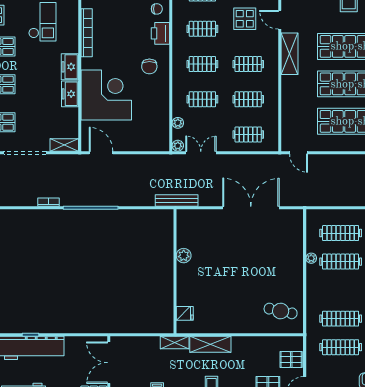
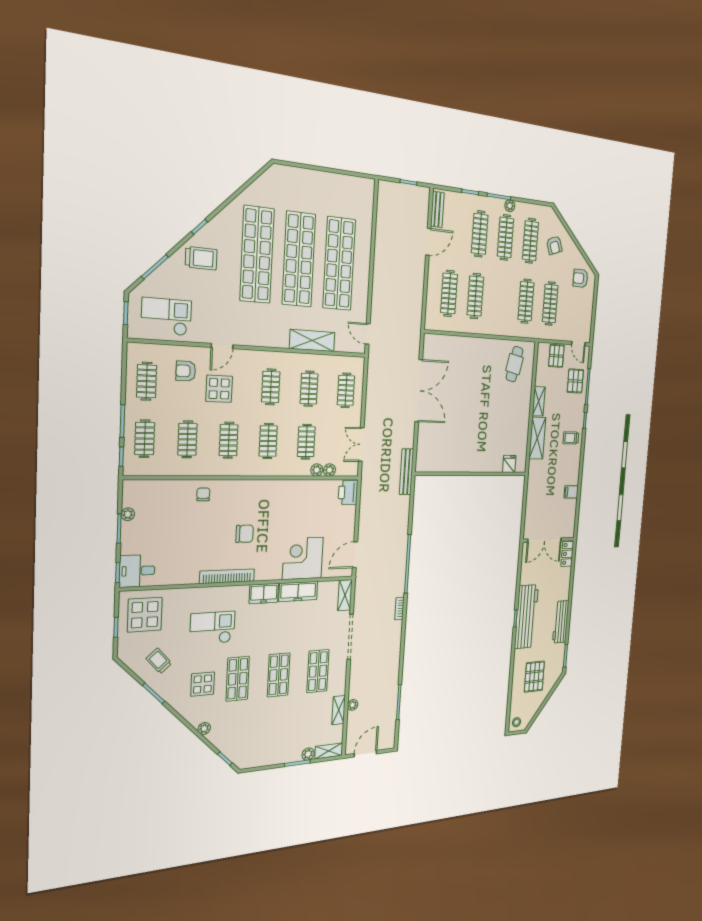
printer: (160, 33) -> (348, 492), moved, turned 90
shelving: (289, 54) -> (312, 340), moved
chair: (149, 66) -> (245, 534), moved
freezer: (70, 94) -> (298, 591), width x1.40
corner desk: (106, 95) -> (303, 558), width x0.74, depth x0.74
plant: (178, 146) -> (317, 470), moved
door: (299, 153) -> (368, 334), swing flipped
double door: (251, 208) -> (419, 391), swing flipped
plant: (184, 256) -> (458, 465), removed
plant: (311, 258) -> (470, 328), removed
shelving: (175, 343) -> (539, 401), moved

